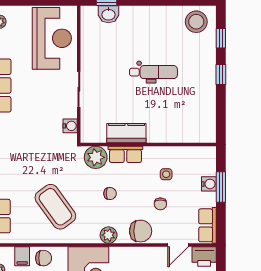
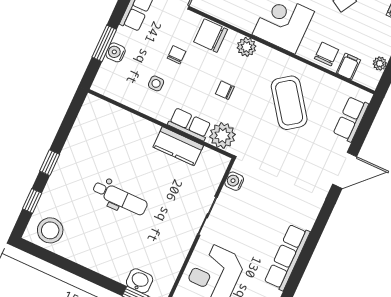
dental chair: (153, 72) -> (120, 198), turned 180
chair: (44, 258) -> (327, 54), turned 90

